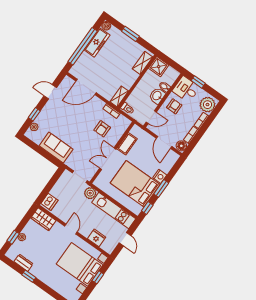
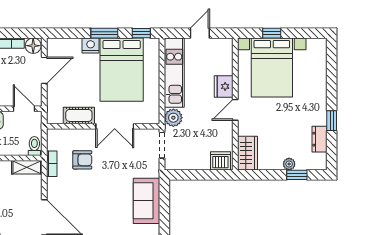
fridge: (97, 238) -> (224, 86), moved

